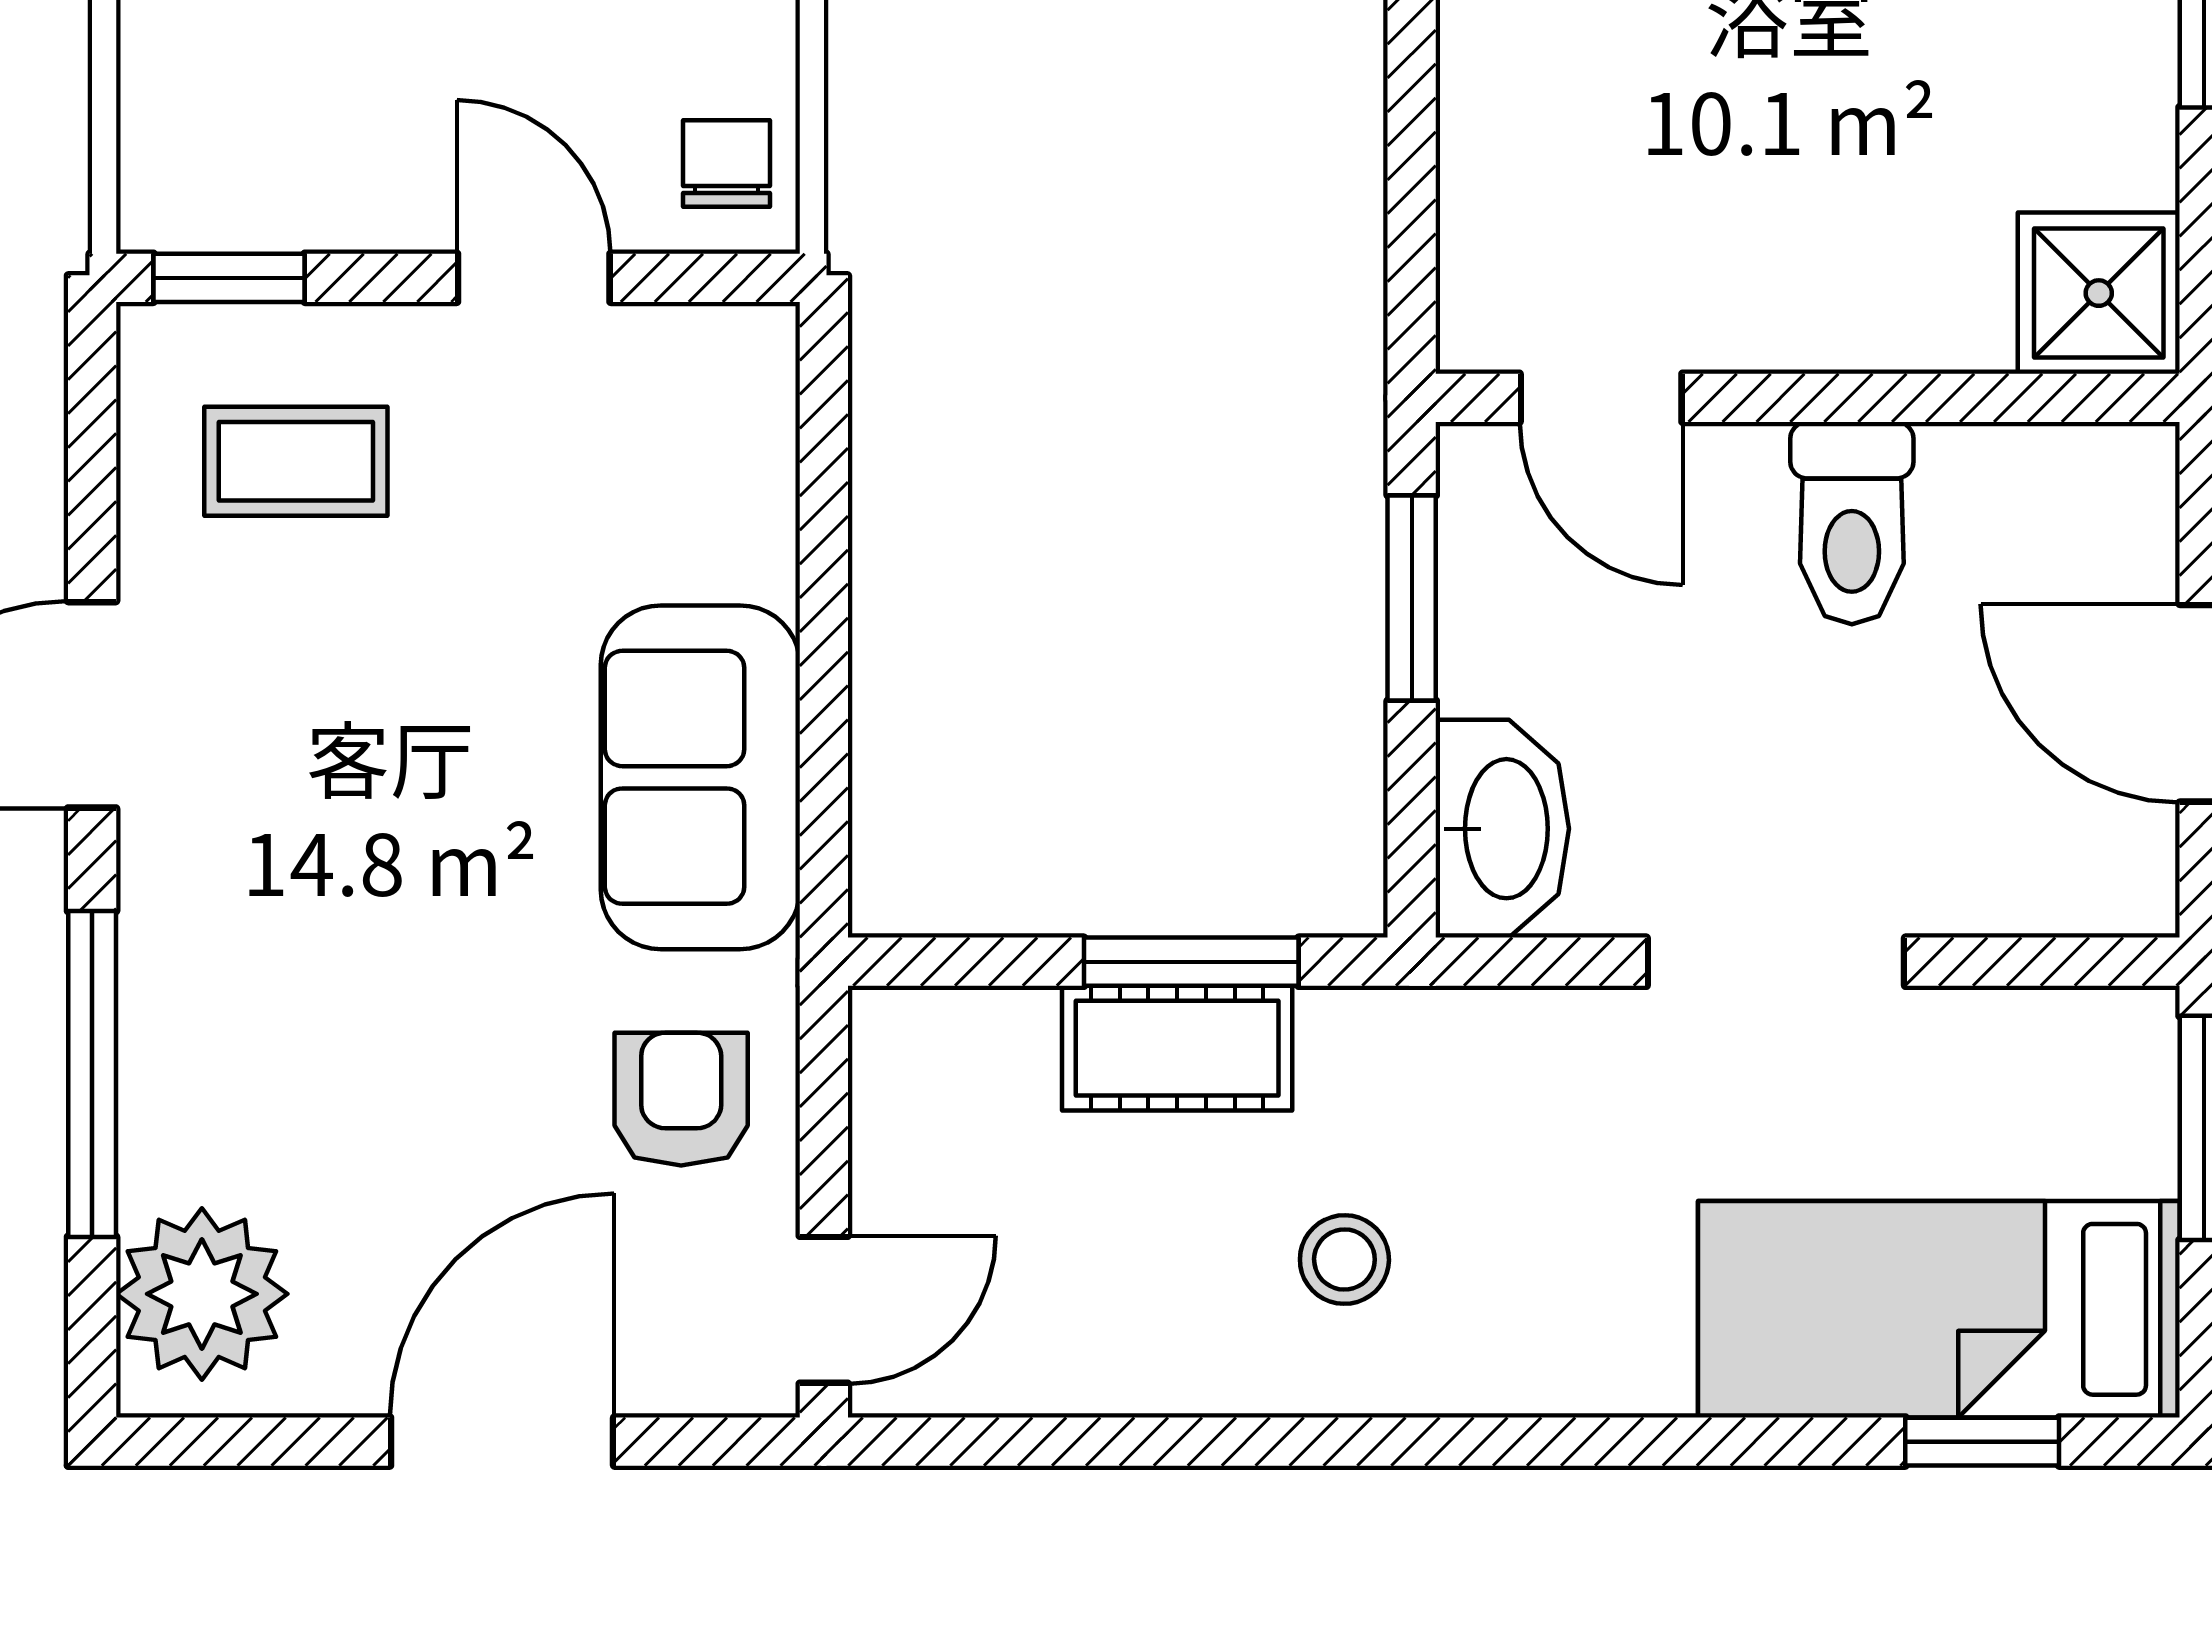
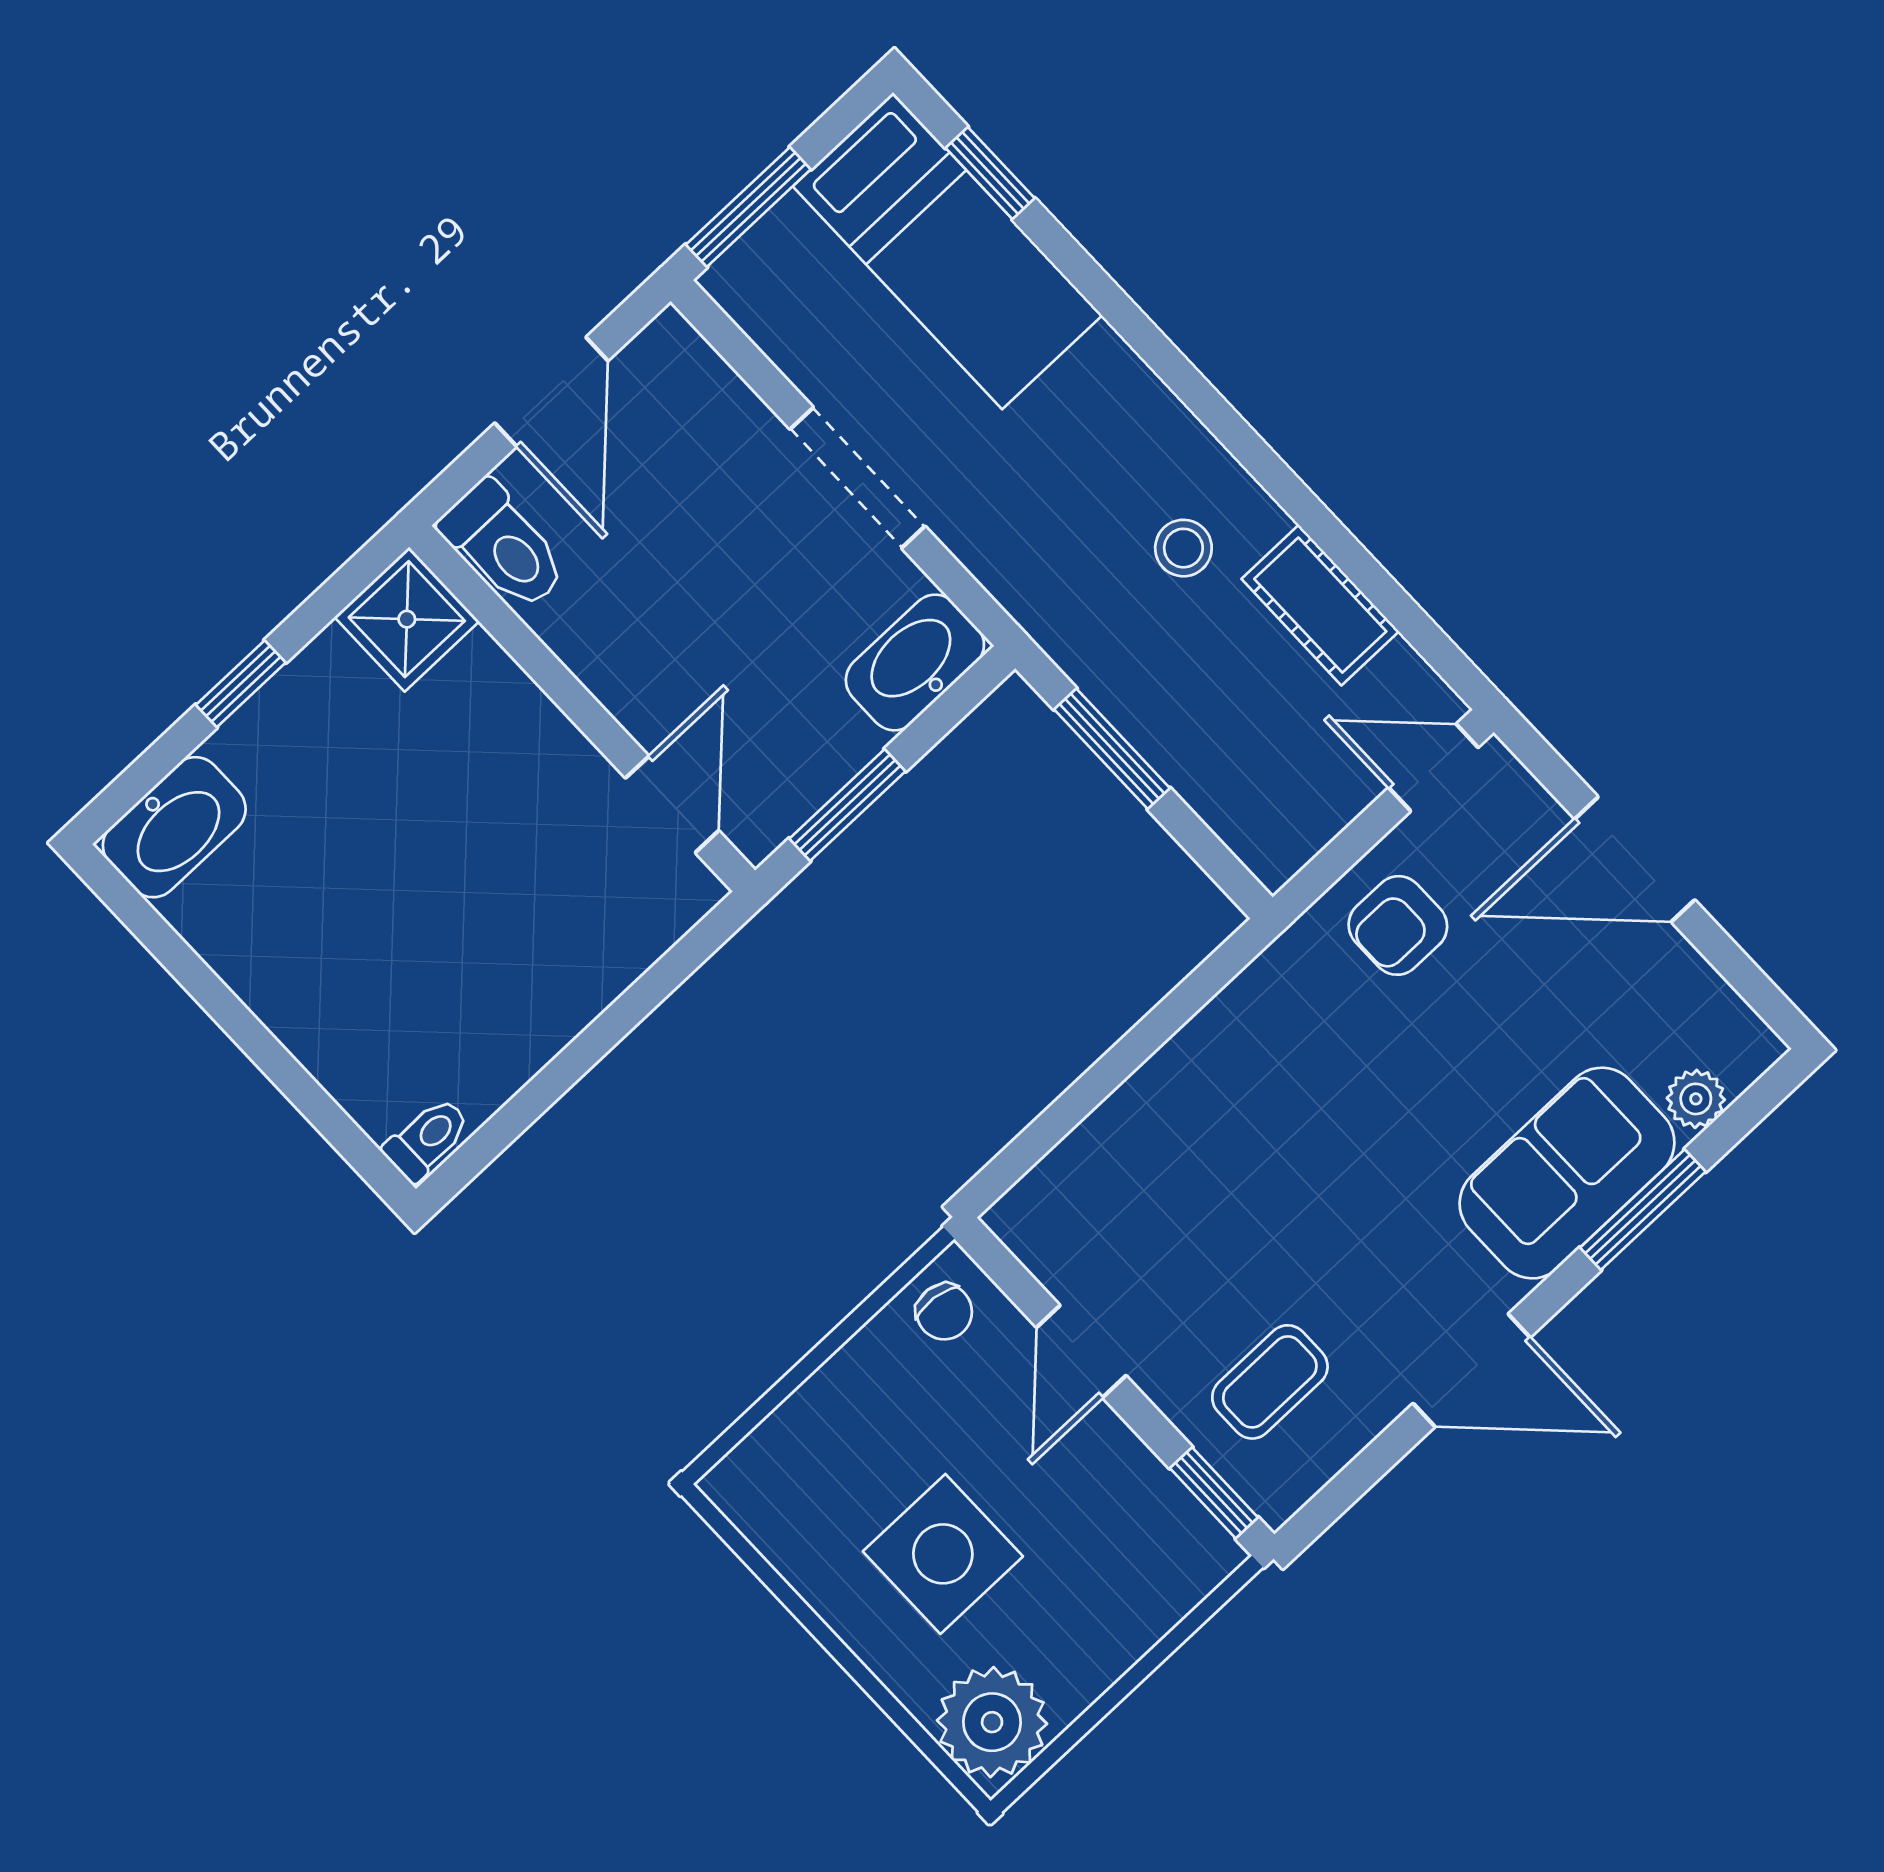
chair: (727, 163) -> (944, 1312), turned -84
coffee table: (296, 461) -> (1270, 1382), turned 90
toilet: (1852, 523) -> (504, 546), moved, turned 90
sofa: (700, 777) -> (1567, 1173), moved, turned 180
cot: (1177, 1048) -> (1320, 605), moved
window: (92, 1074) -> (1643, 1210), width x0.69
plant: (202, 1294) -> (1696, 1099), width x0.53, depth x0.53

